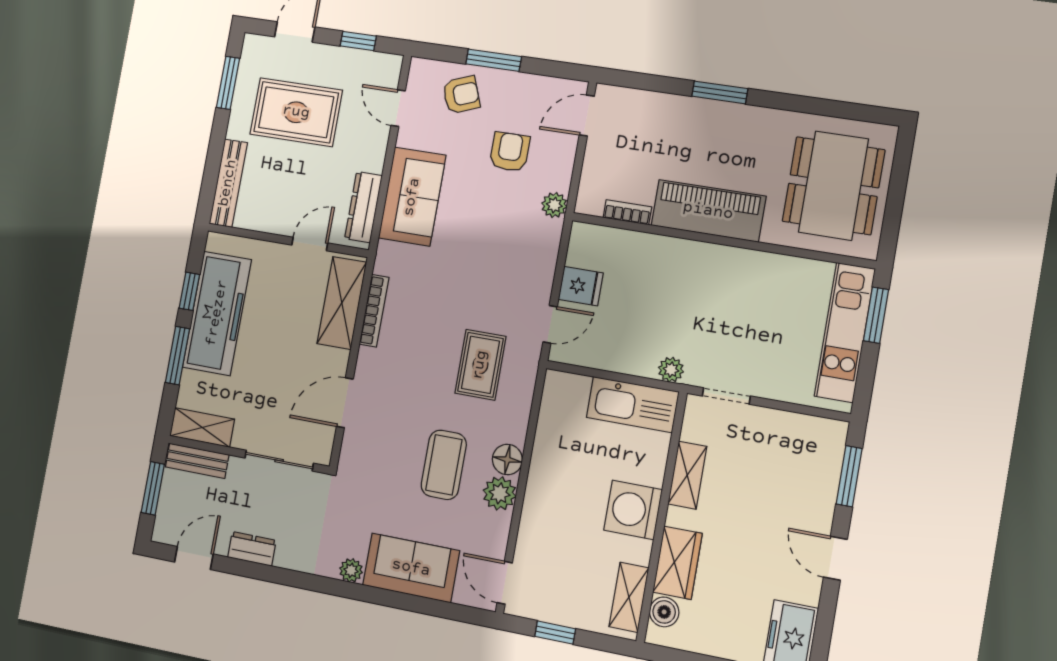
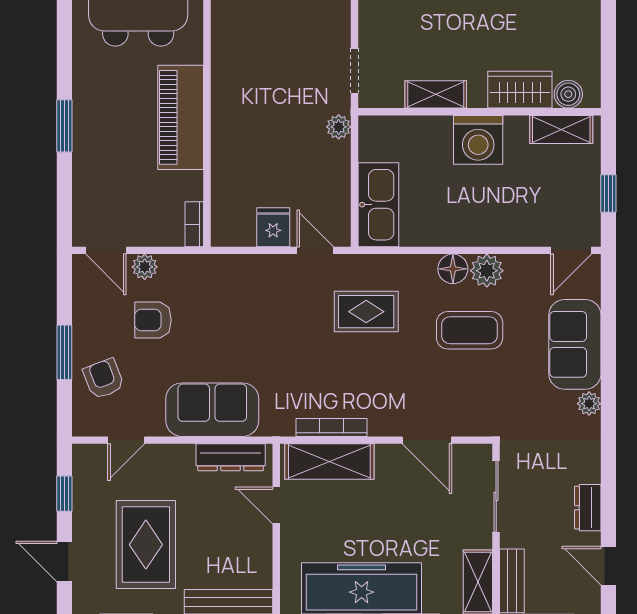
plant: (554, 205) -> (145, 267), moved
bookcase: (627, 212) -> (194, 224), moved
kitchen sink: (633, 405) -> (378, 205), moved

